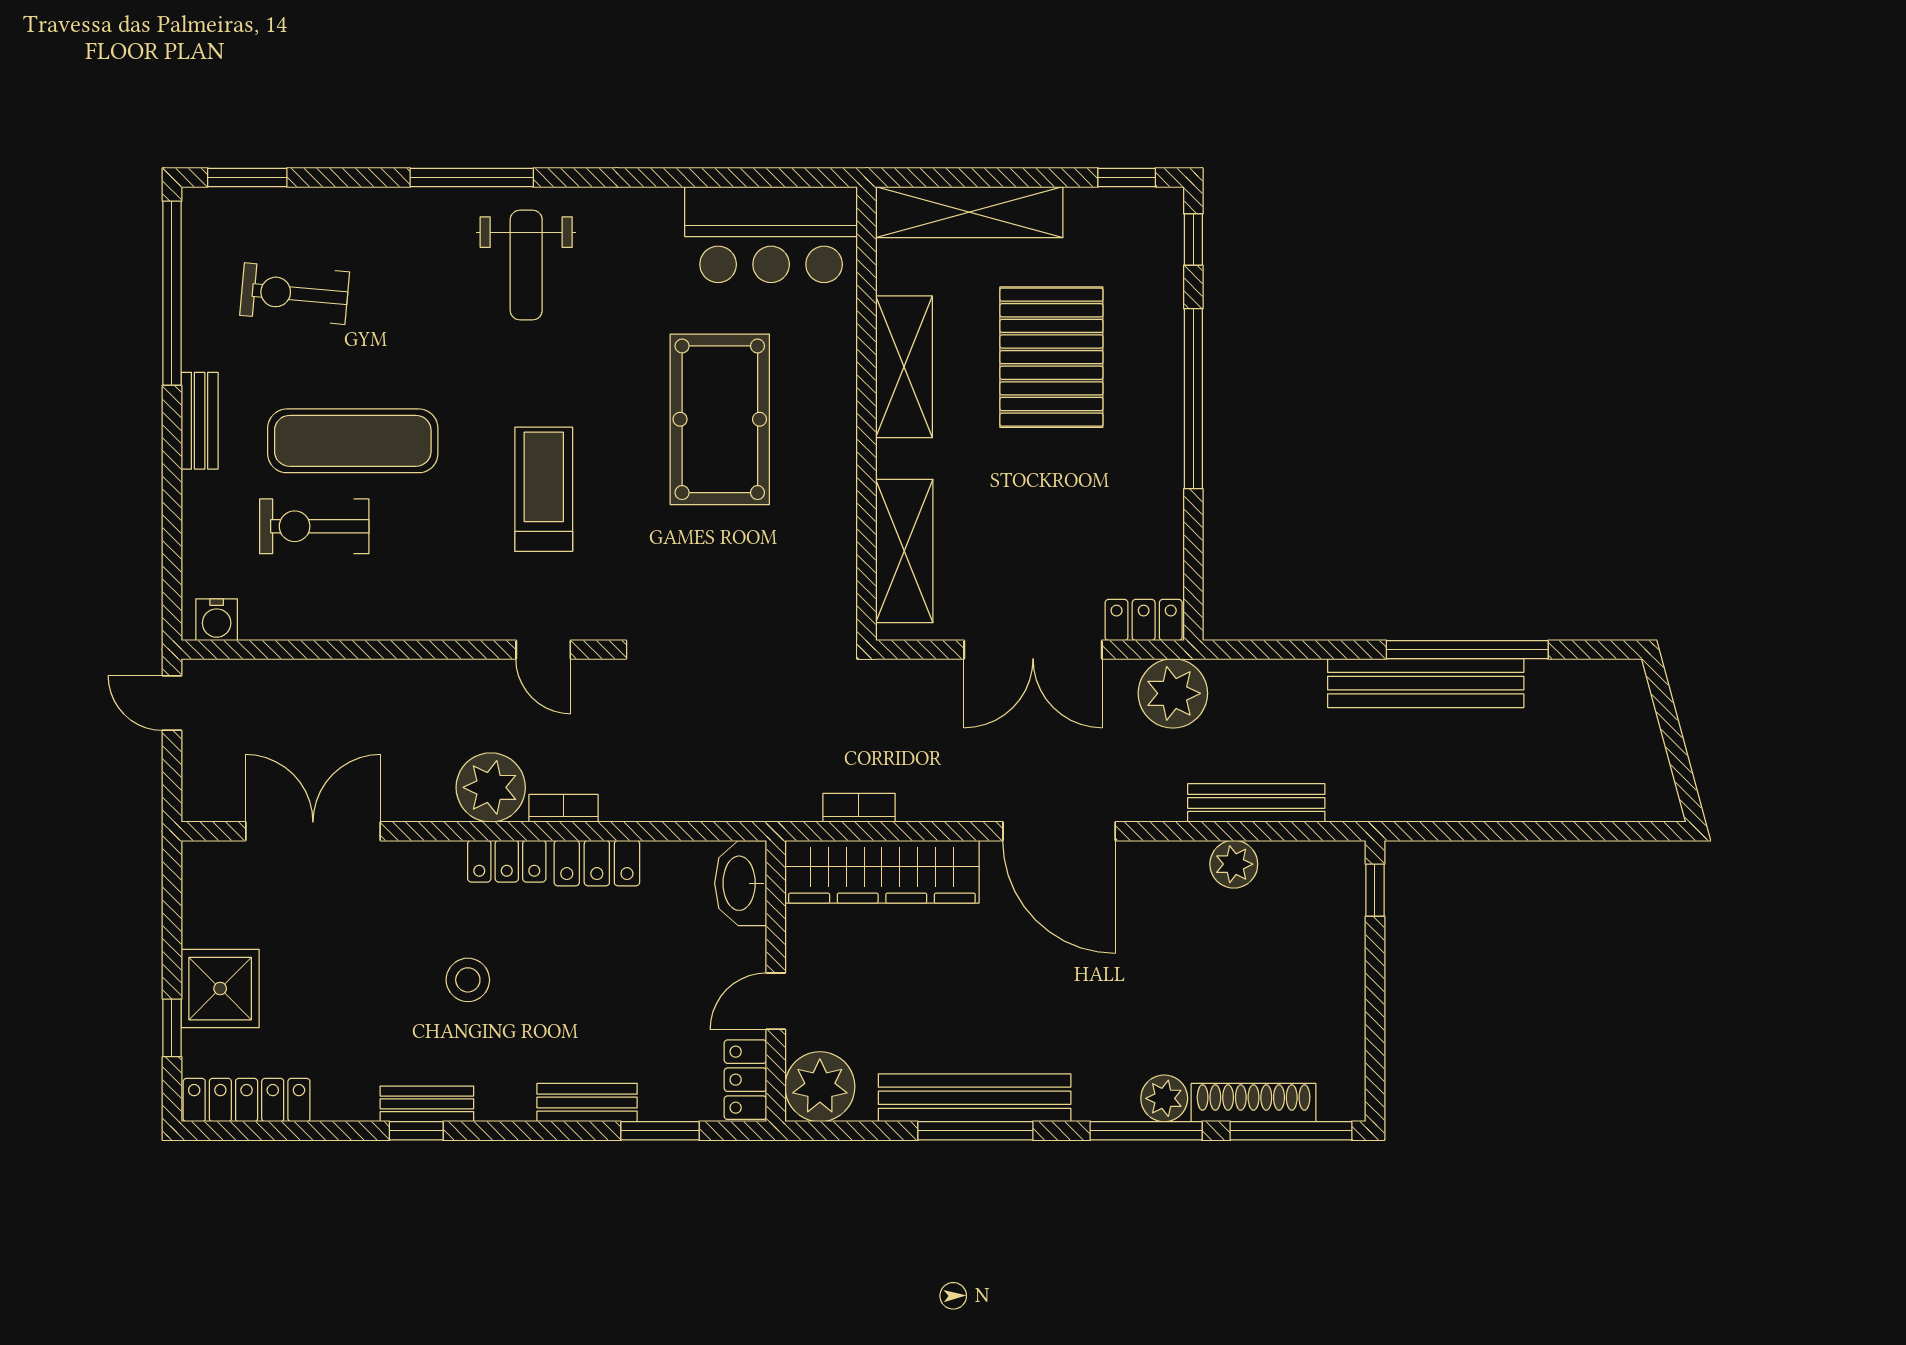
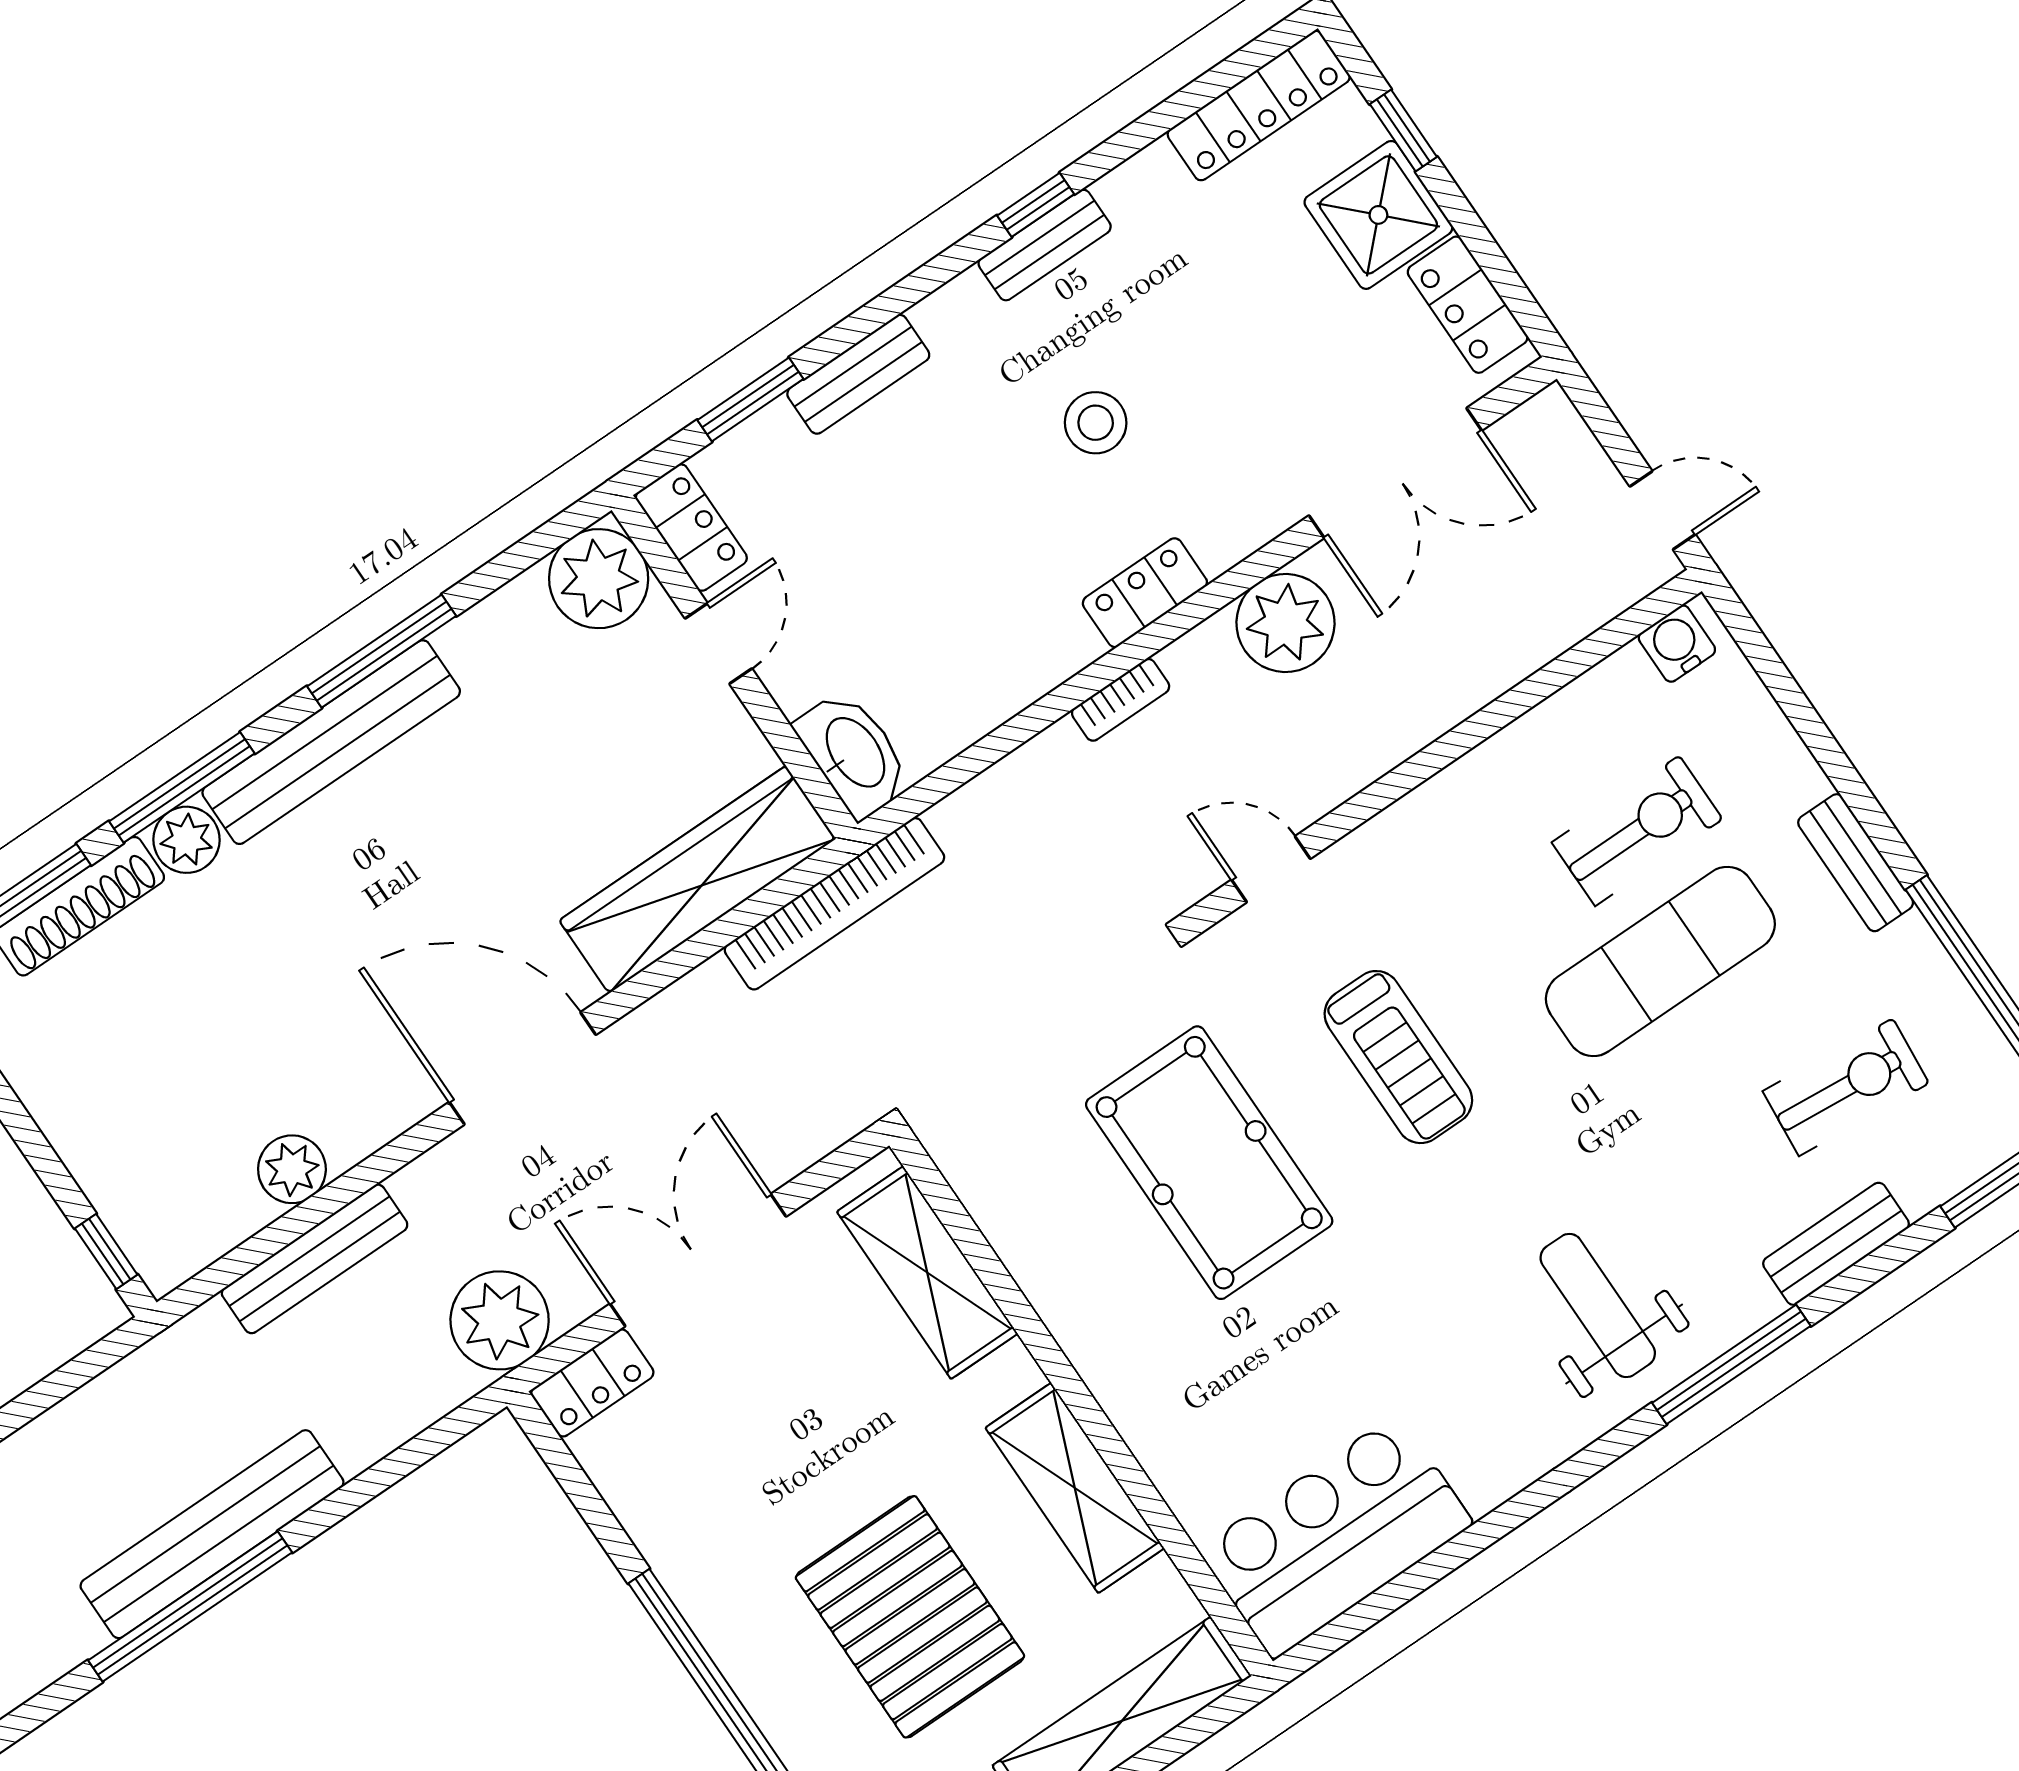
bench: (363, 206) -> (1836, 1244), added
pool table: (720, 419) -> (1209, 1163), moved
plant: (491, 787) -> (1286, 623), moved
bookcase: (859, 808) -> (834, 904), width x2.31, depth x1.31
locker: (597, 863) -> (1468, 305), moved, turned -90
bench: (975, 1098) -> (331, 742), moved

